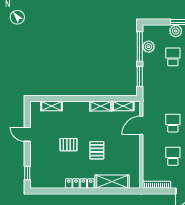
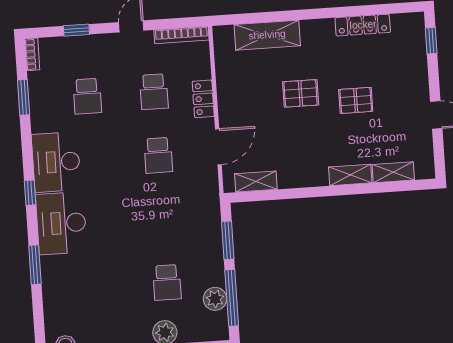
shelving: (101, 106) -> (350, 175), moved
pallet: (97, 150) -> (301, 93), turned 90
locker: (148, 151) -> (203, 99), added
locker: (80, 183) -> (363, 25), moved

